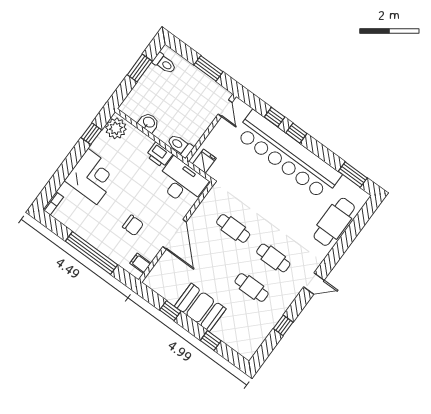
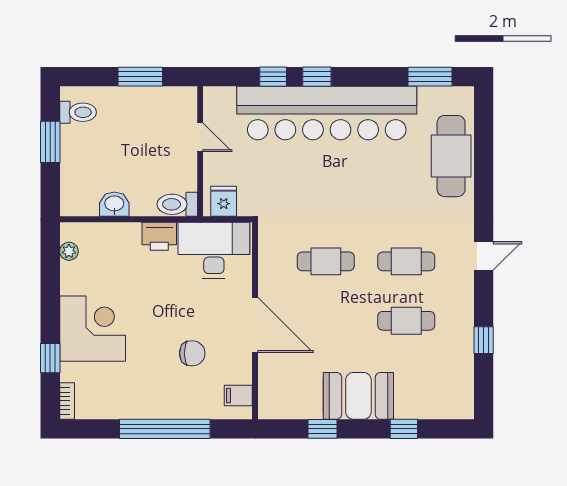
door: (225, 108) -> (200, 137), moved
plant: (116, 128) -> (69, 251), width x0.53, depth x0.53
window: (91, 134) -> (50, 358), moved

